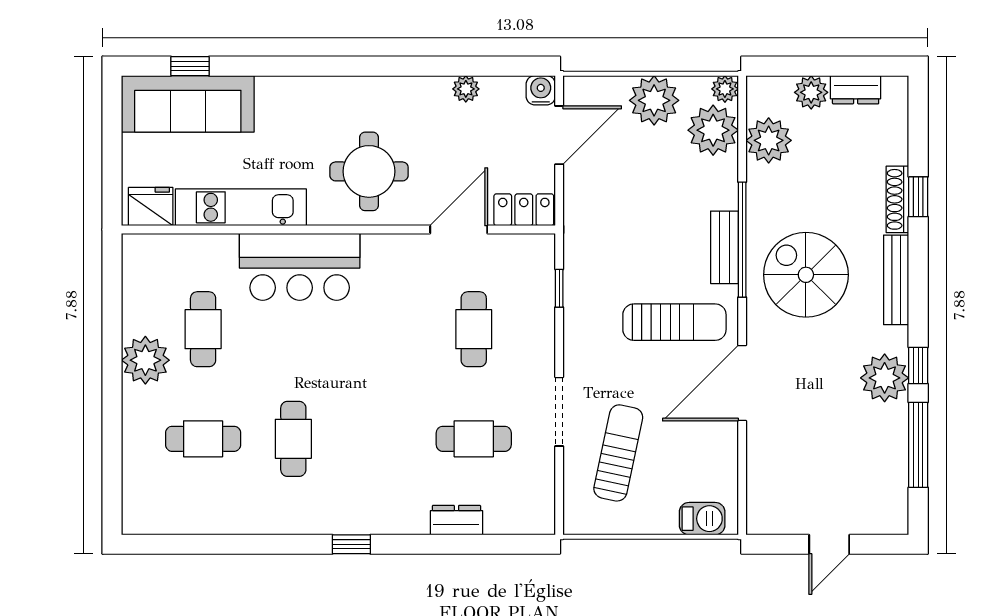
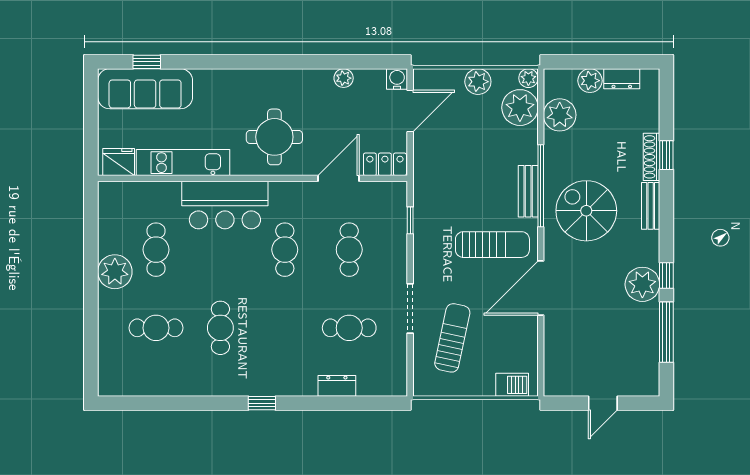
plant: (654, 100) -> (478, 82), width x0.73, depth x0.73
bench: (896, 280) -> (651, 206), width x0.73
cafe table: (384, 329) -> (285, 250), added

